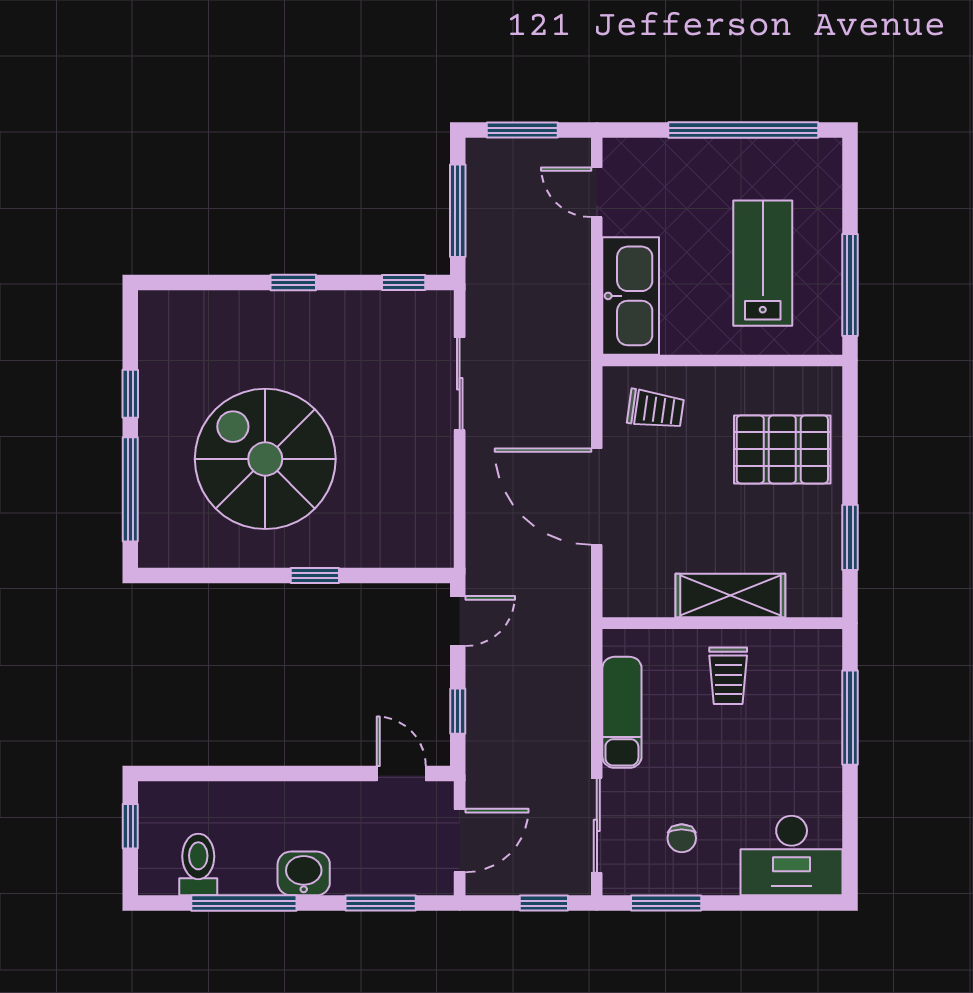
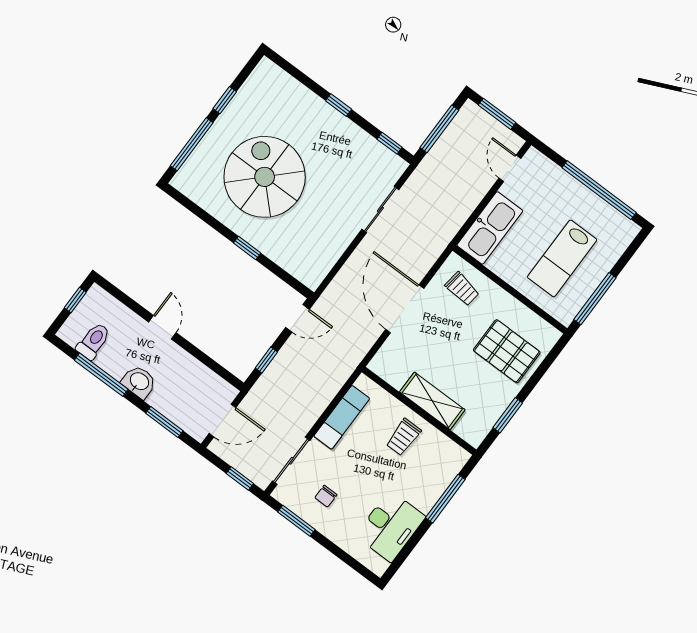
lab bench: (763, 263) -> (562, 258), turned 180
door: (401, 774) -> (162, 327), moved
desk: (792, 856) -> (390, 526), moved, turned -90

